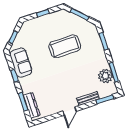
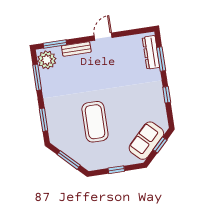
coffee table: (65, 46) -> (95, 122), turned 90
sofa: (21, 63) -> (146, 141), moved, turned 45
plant: (105, 76) -> (47, 60), moved

